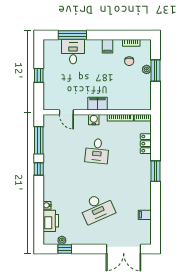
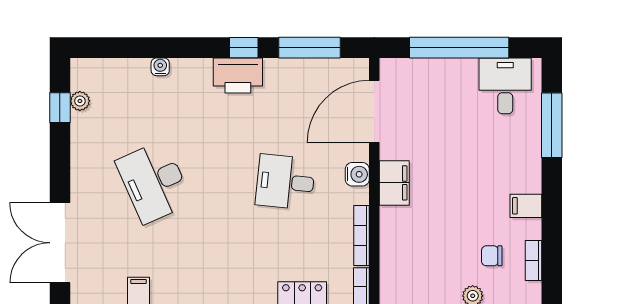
desk: (73, 52) -> (505, 86), moved, turned -90
window: (39, 75) -> (459, 48), width x3.17
door: (66, 112) -> (374, 111), width x1.87
printer: (51, 221) -> (238, 75), moved

